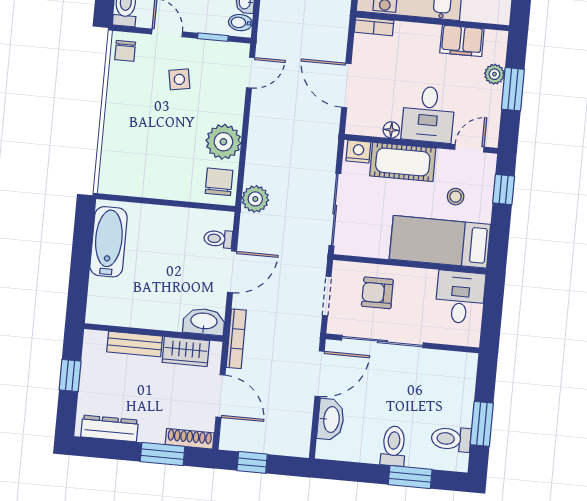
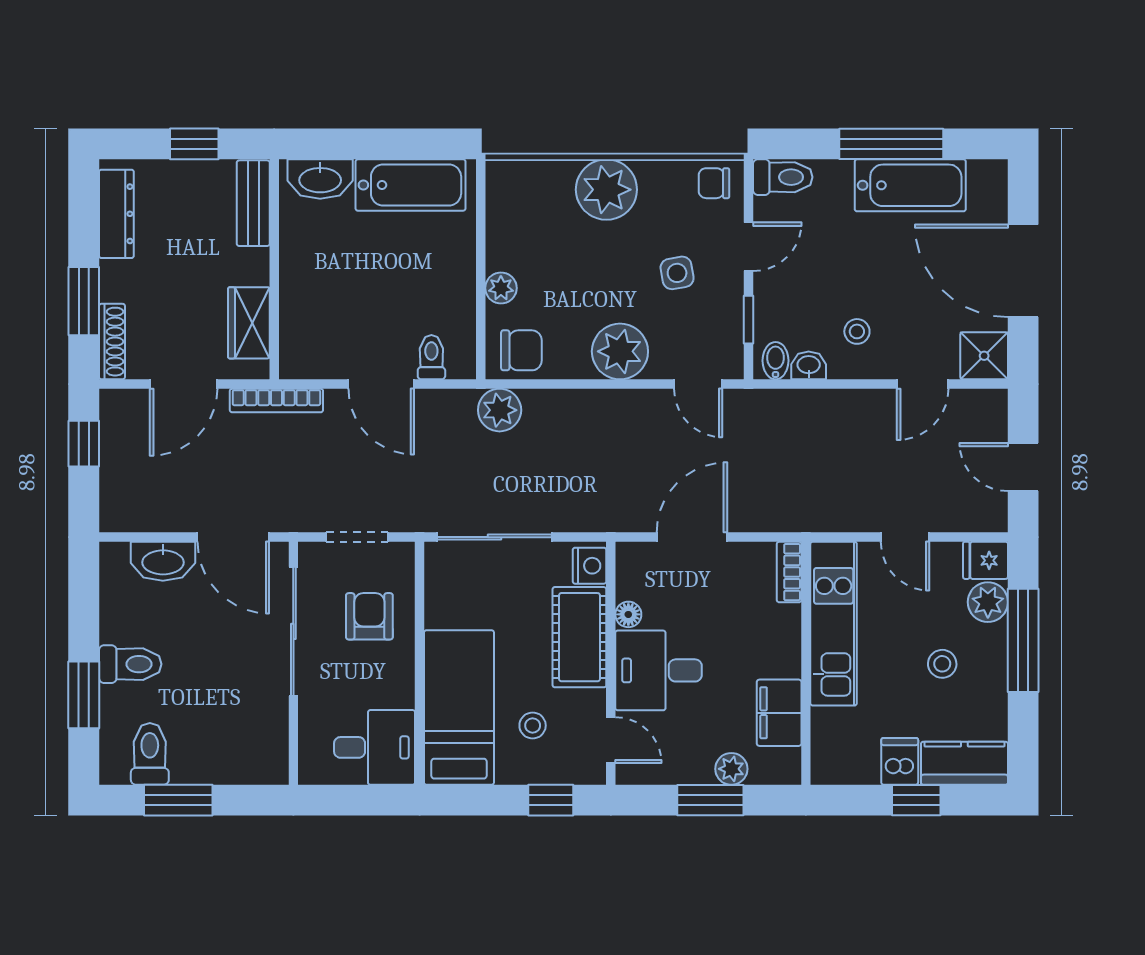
plant: (123, 119) -> (606, 190), added
plant: (223, 142) -> (620, 351), moved
plant: (179, 191) -> (501, 288), added
washbasin: (204, 322) -> (320, 179), moved, turned 90
bench: (135, 344) -> (253, 203), moved

